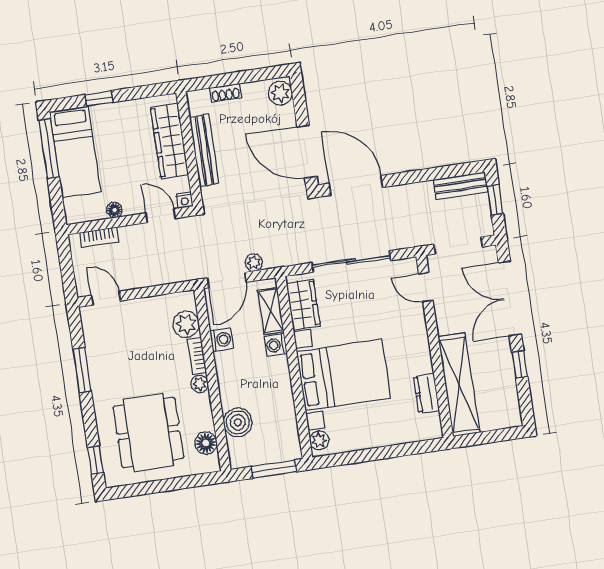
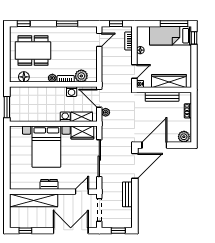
window: (99, 99) -> (194, 38), moved
bench: (461, 186) -> (127, 194), moved
window: (67, 268) -> (116, 24), added
window: (520, 364) -> (25, 231), moved
dresser: (426, 393) -> (49, 184), moved
boiler: (238, 422) -> (31, 93), removed
plant: (319, 440) -> (17, 131), removed

